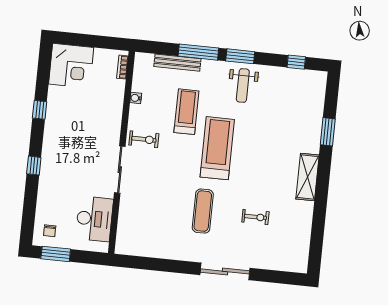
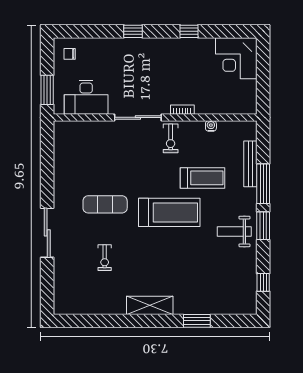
bookcase: (122, 67) -> (182, 110), moved
window: (56, 254) -> (47, 90), moved

